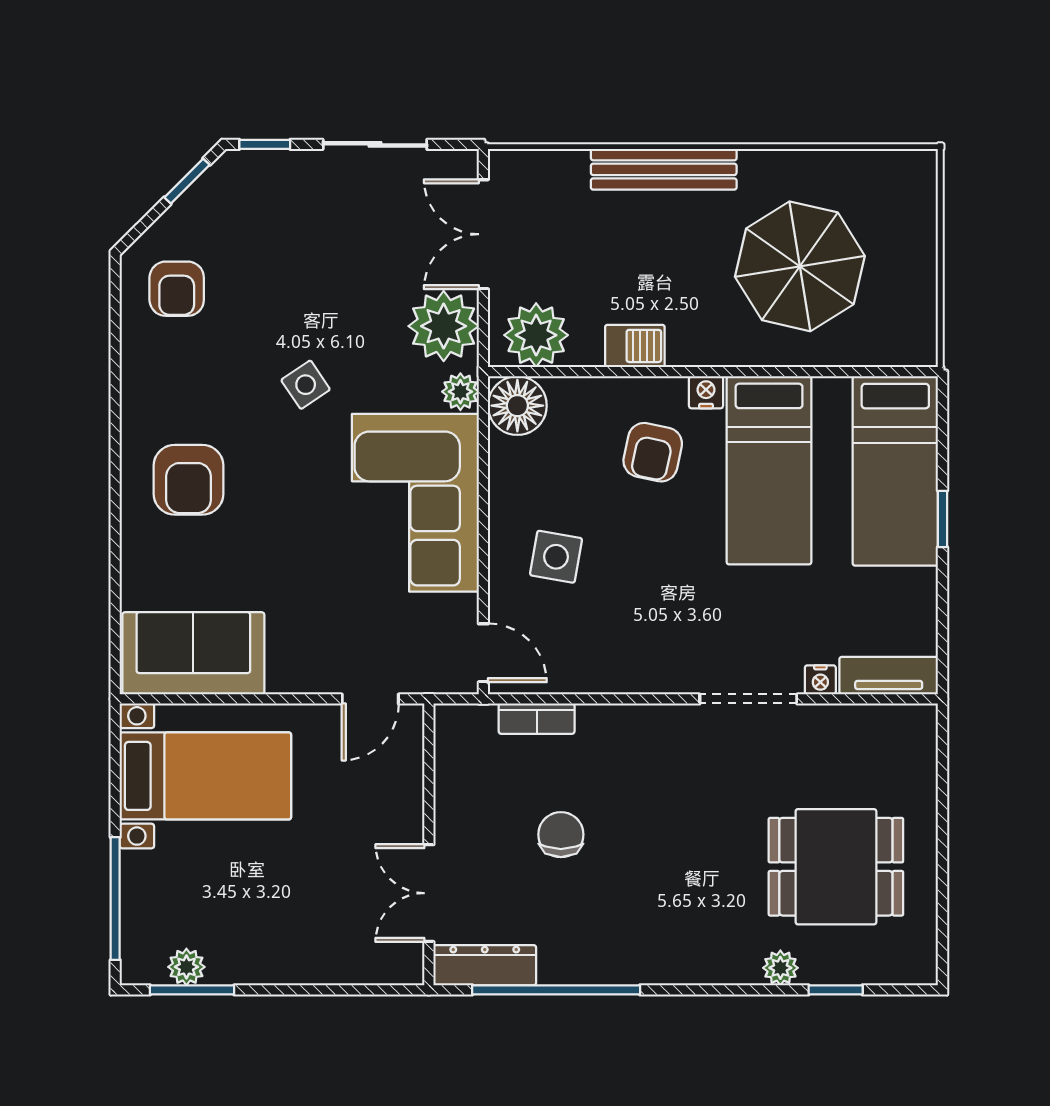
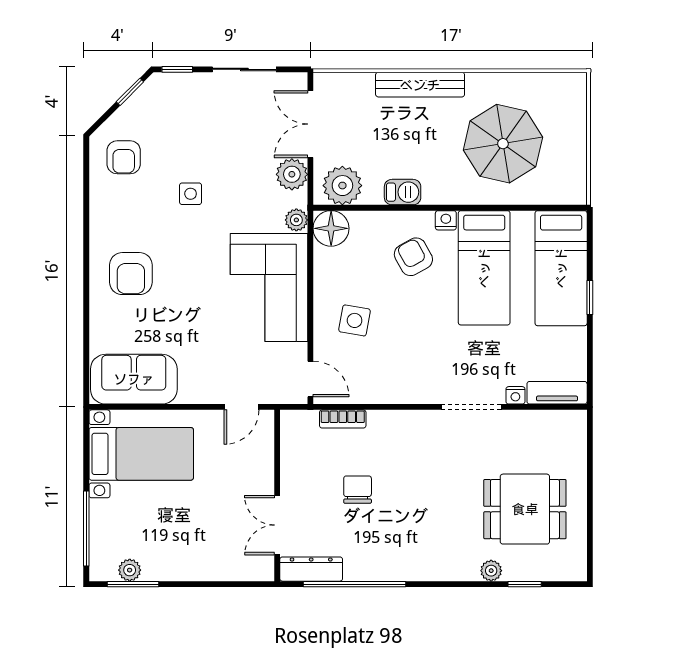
plant: (444, 326) -> (292, 174), width x0.73, depth x0.73
side table: (306, 385) -> (191, 194), moved, turned 34
armchair: (653, 452) -> (413, 257), turned 139

